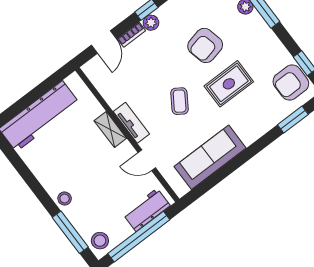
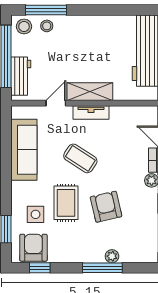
coffee table: (180, 101) -> (80, 158), width x1.36, depth x1.30
side table: (260, 103) -> (36, 214), added
shelving: (110, 129) -> (90, 92), width x1.50, depth x1.33
stool: (65, 198) -> (47, 26), moved

